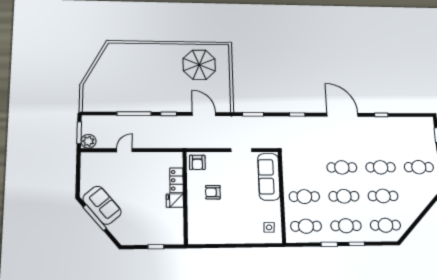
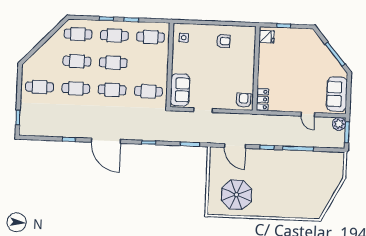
door: (124, 150) -> (308, 114), hinge flipped
sofa: (269, 177) -> (180, 90), width x0.73
locker: (176, 180) -> (262, 99), moved
armchair: (213, 192) -> (223, 41), moved
cafe table: (304, 197) -> (148, 91), moved
fridge: (175, 201) -> (267, 37), moved
sofa: (102, 205) -> (337, 94), moved, turned 40

